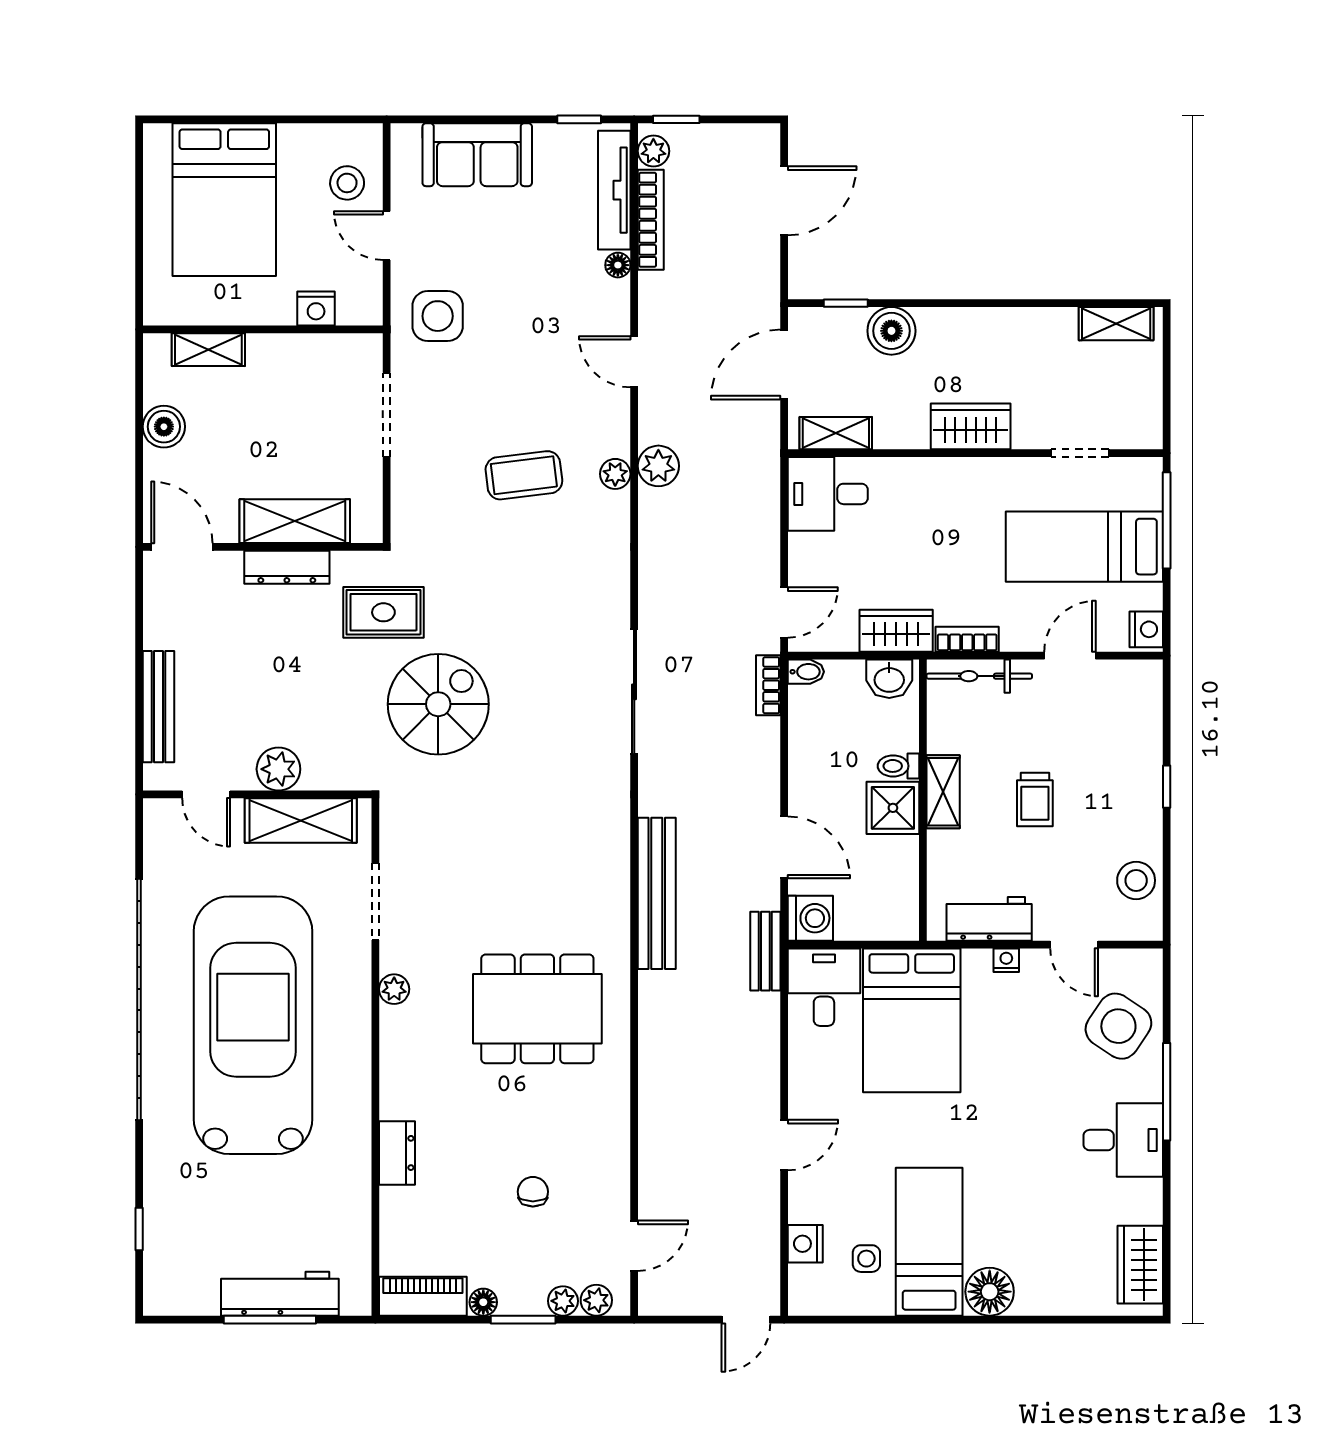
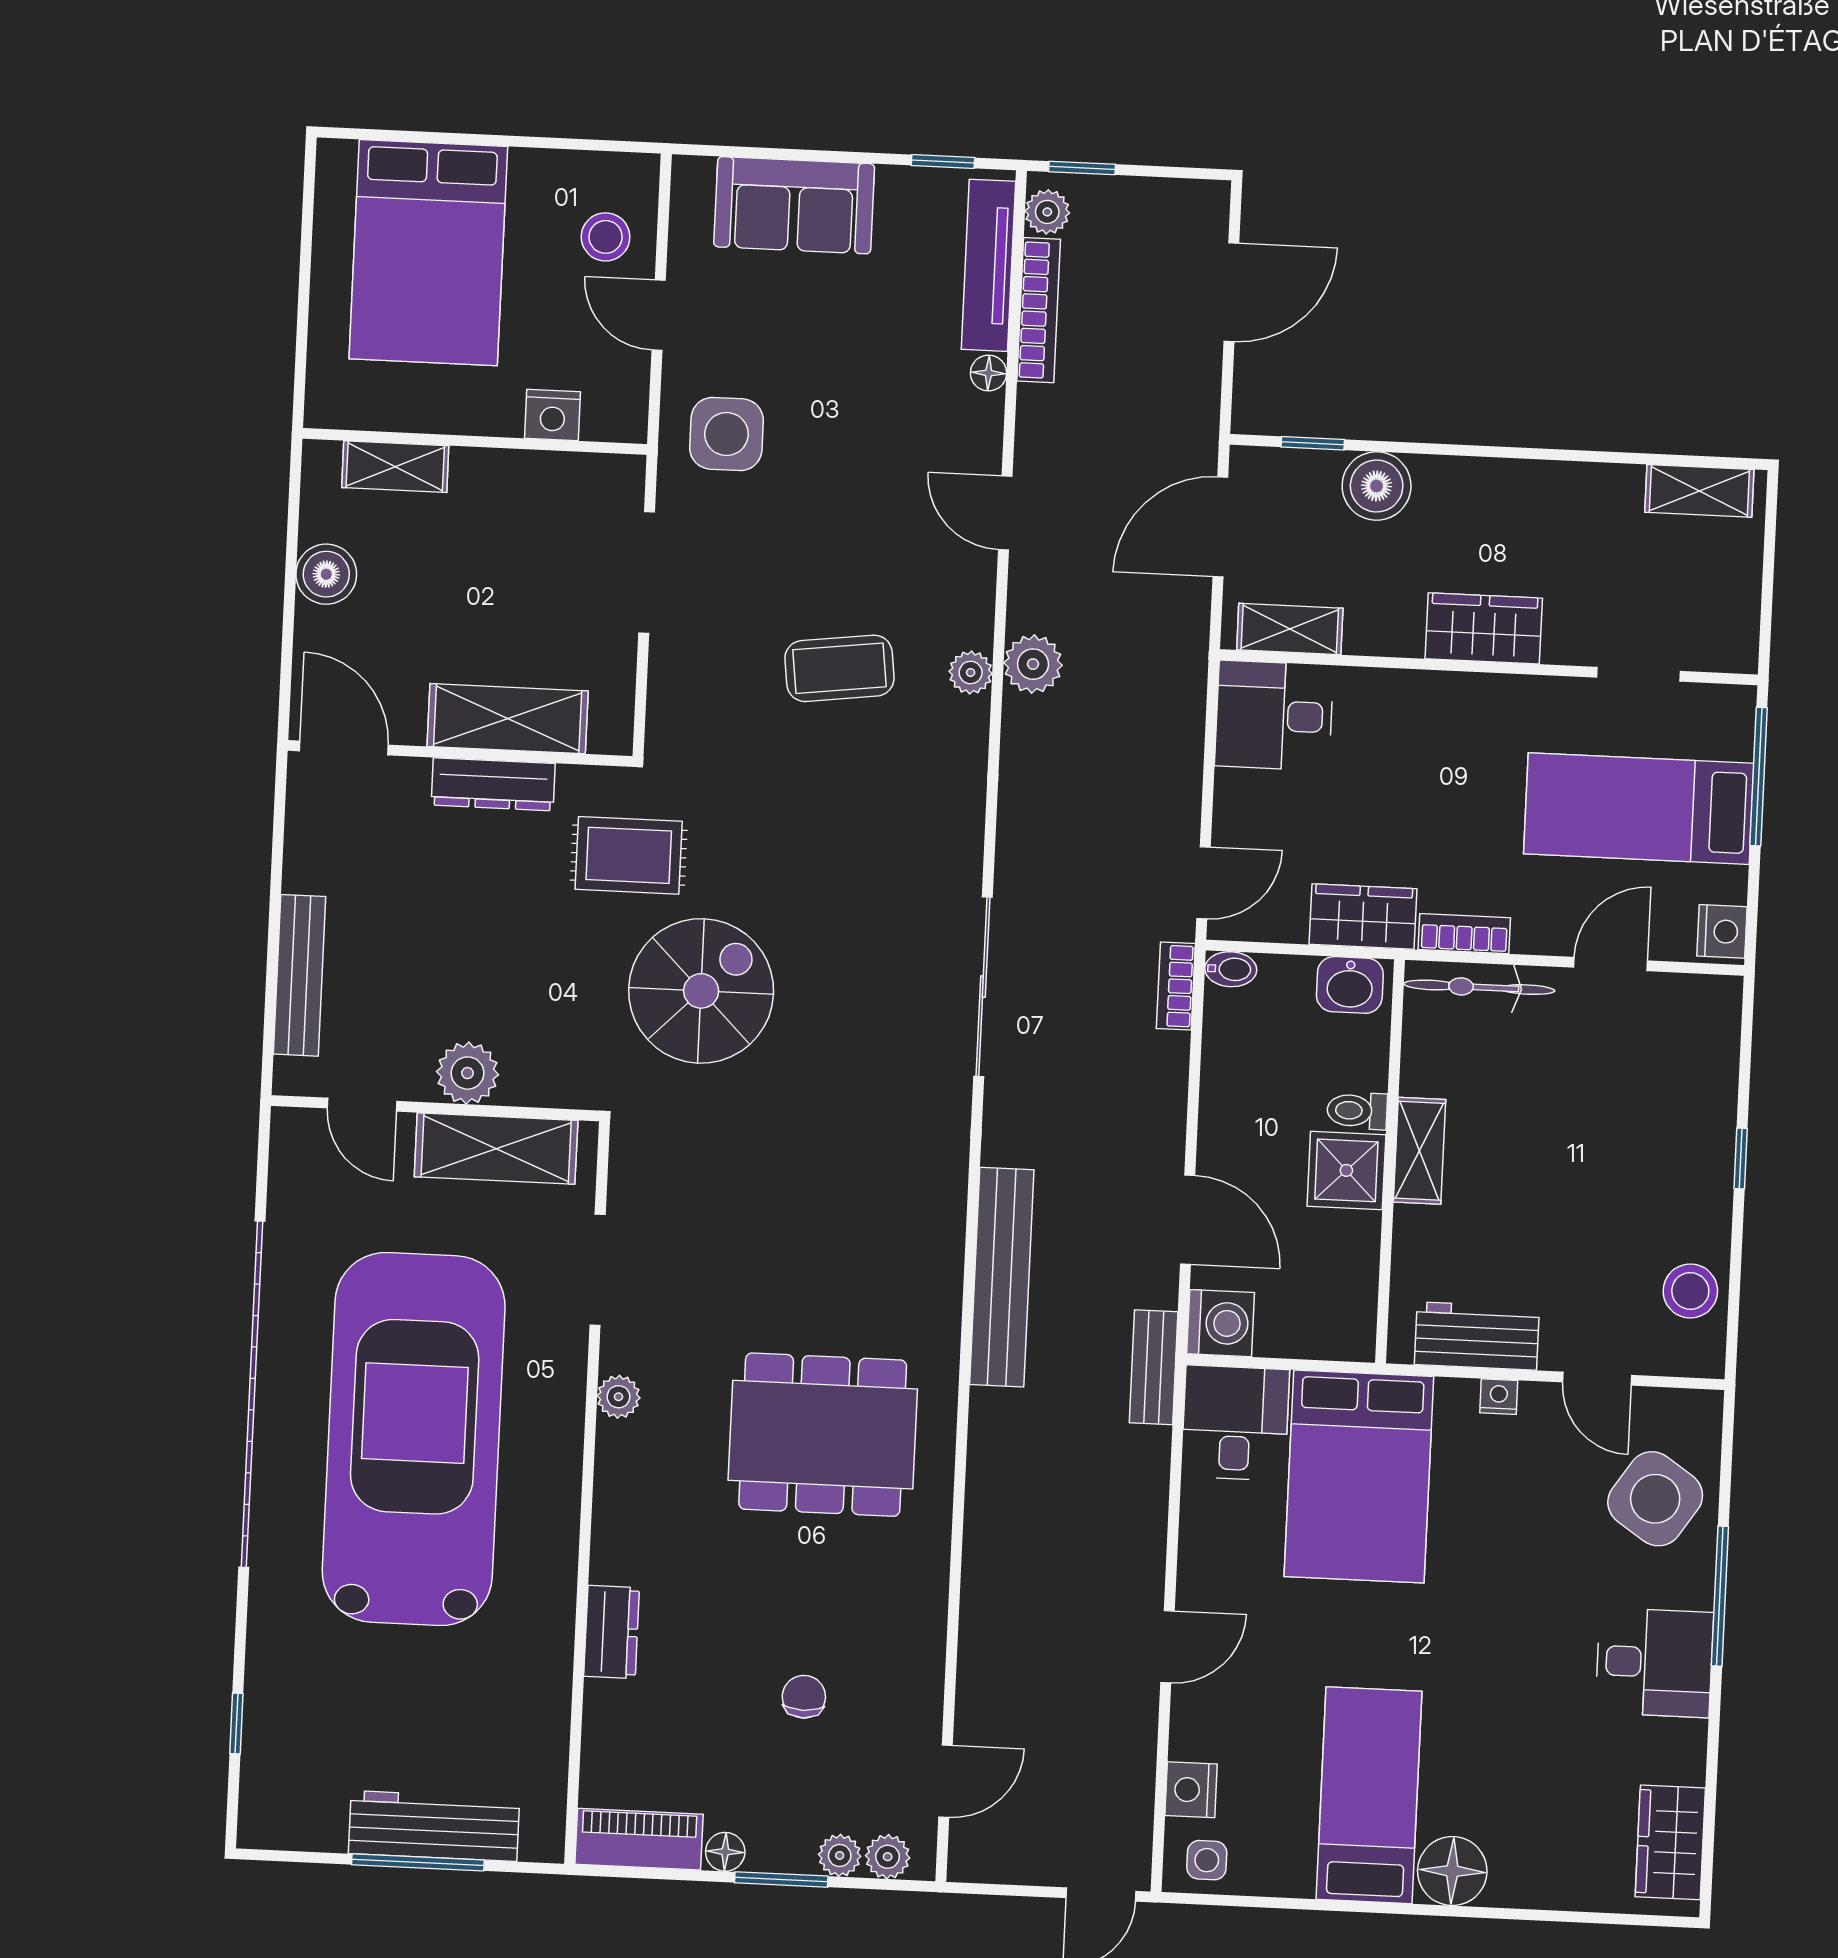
trolley: (1035, 799) -> (1551, 1168), removed
side table: (866, 1259) -> (1207, 1860), moved

